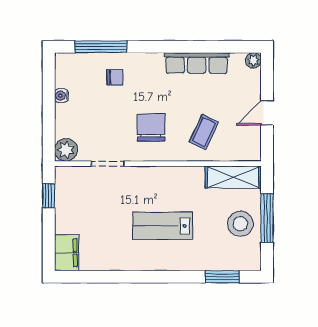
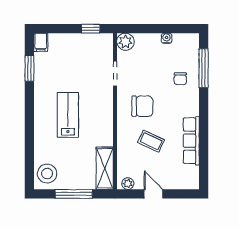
plant: (253, 60) -> (128, 184), moved
coffee table: (204, 132) -> (151, 141), moved
stool: (240, 224) -> (47, 174), moved
filing cabinet: (67, 253) -> (41, 42), width x0.50
window: (222, 277) -> (29, 68), moved

